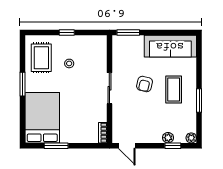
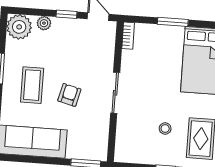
plant: (191, 138) -> (19, 27), width x1.88, depth x1.88
window: (56, 146) -> (173, 22), moved
window: (173, 146) -> (66, 14), moved

